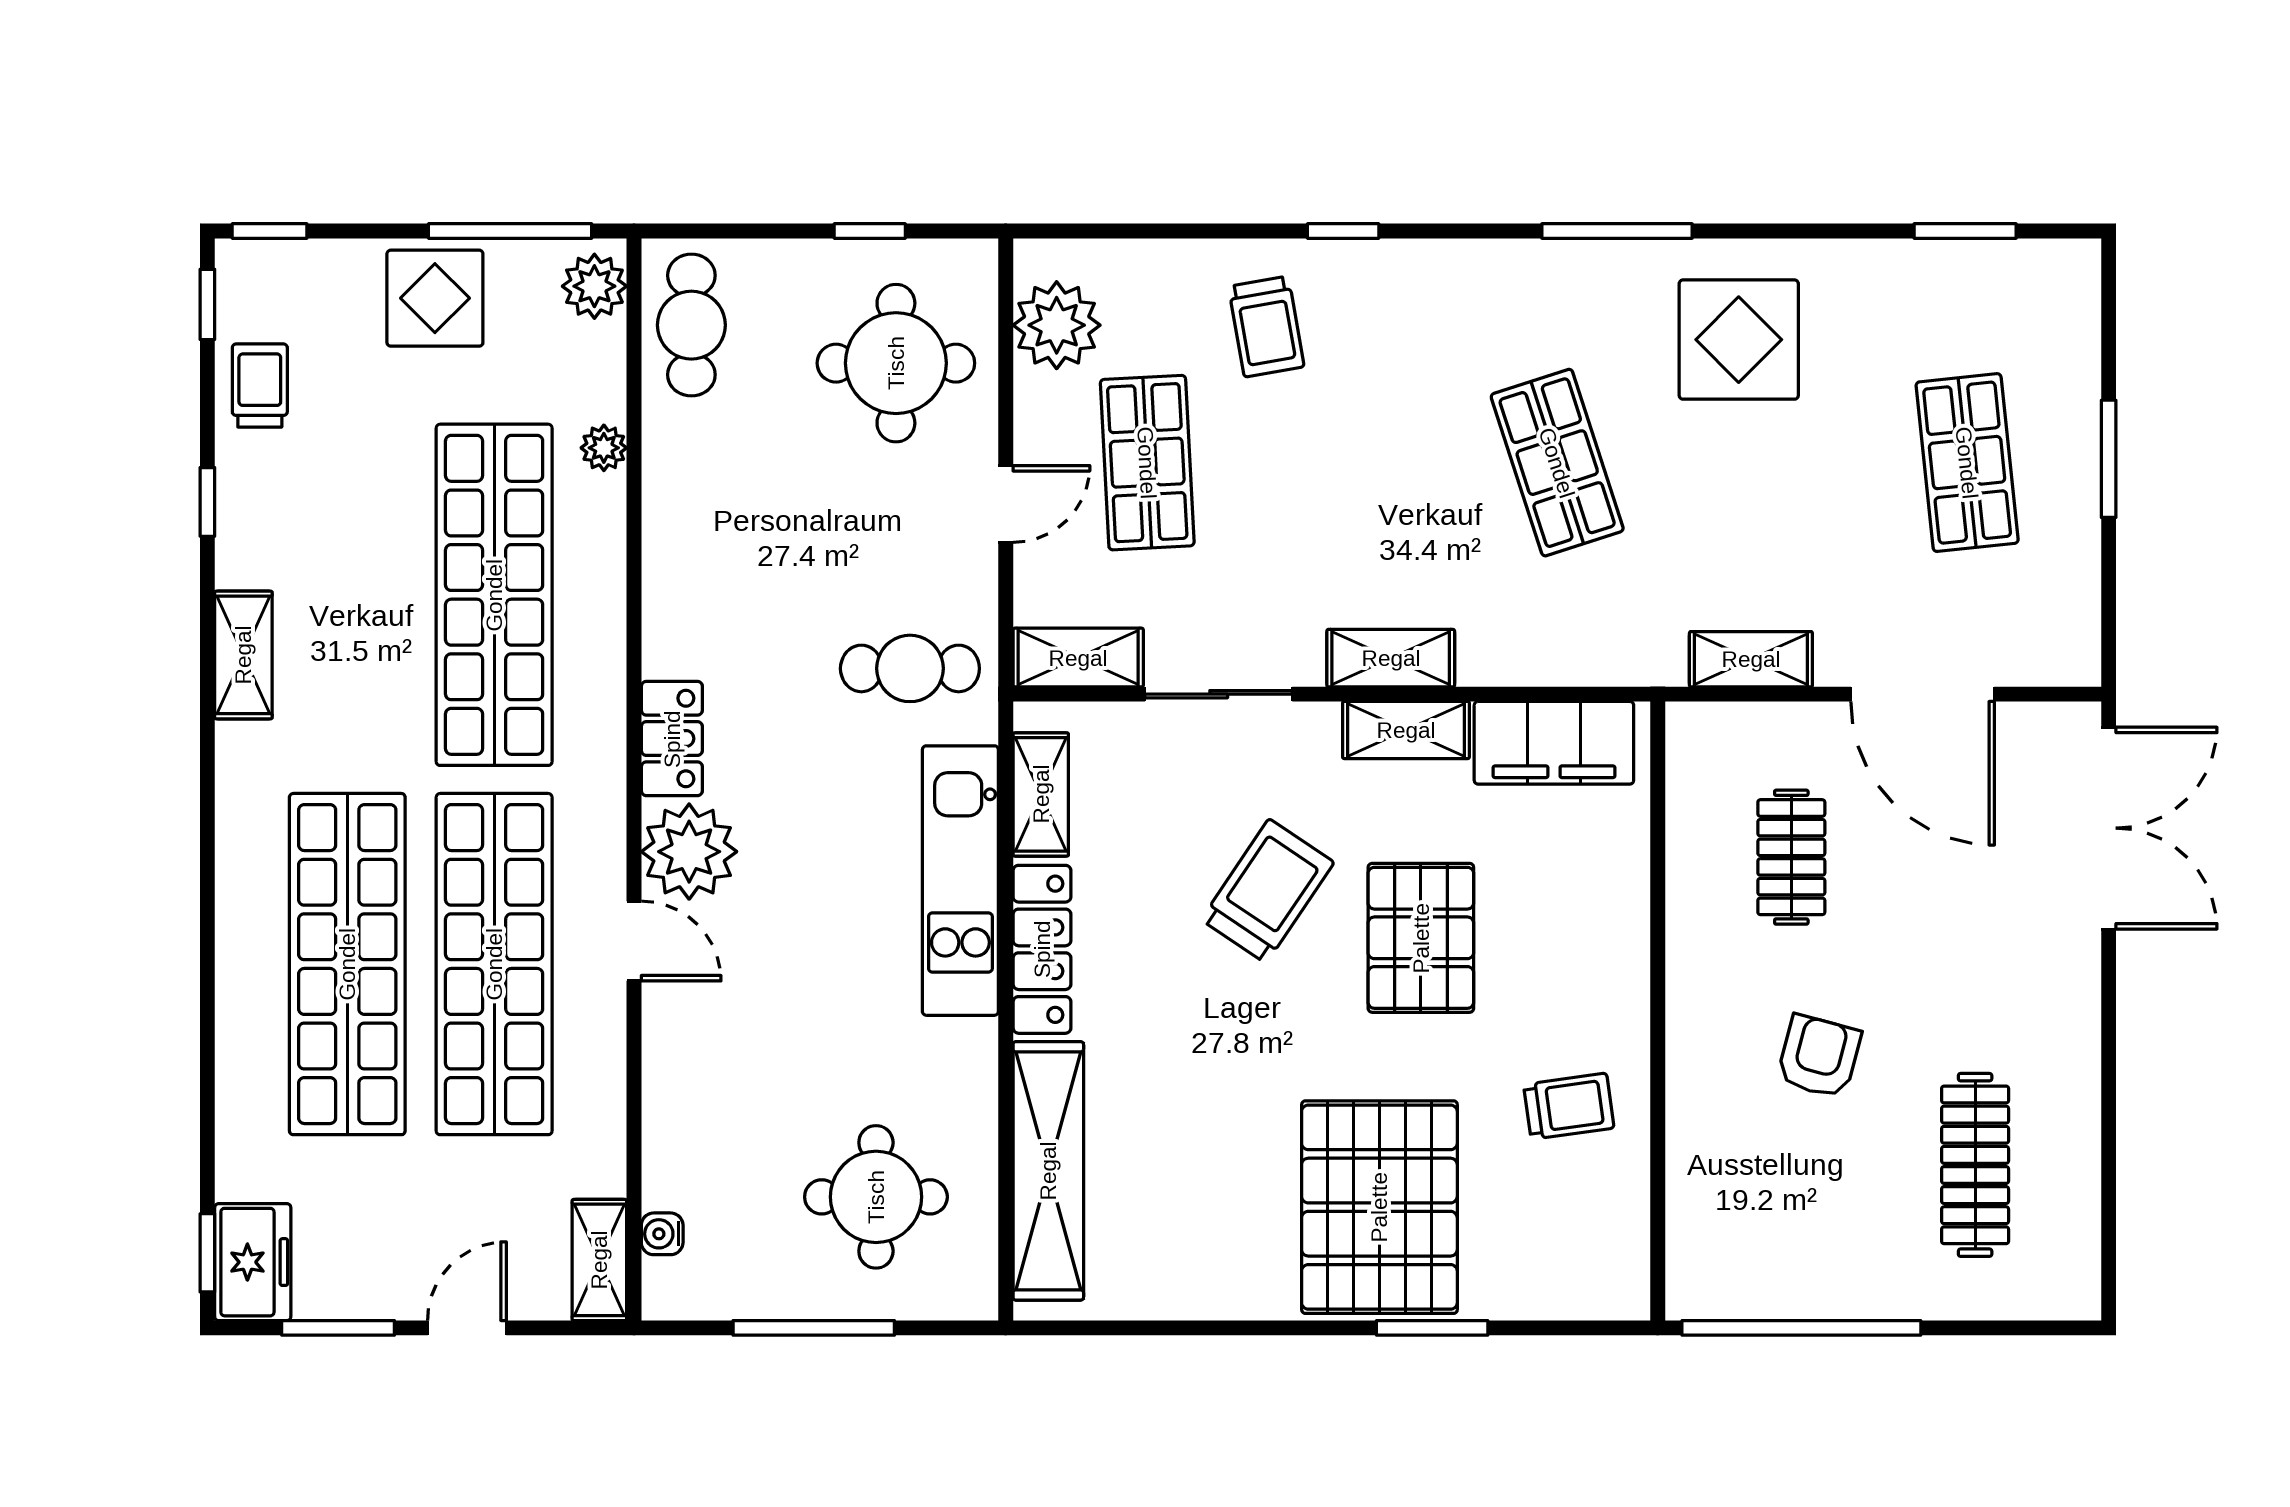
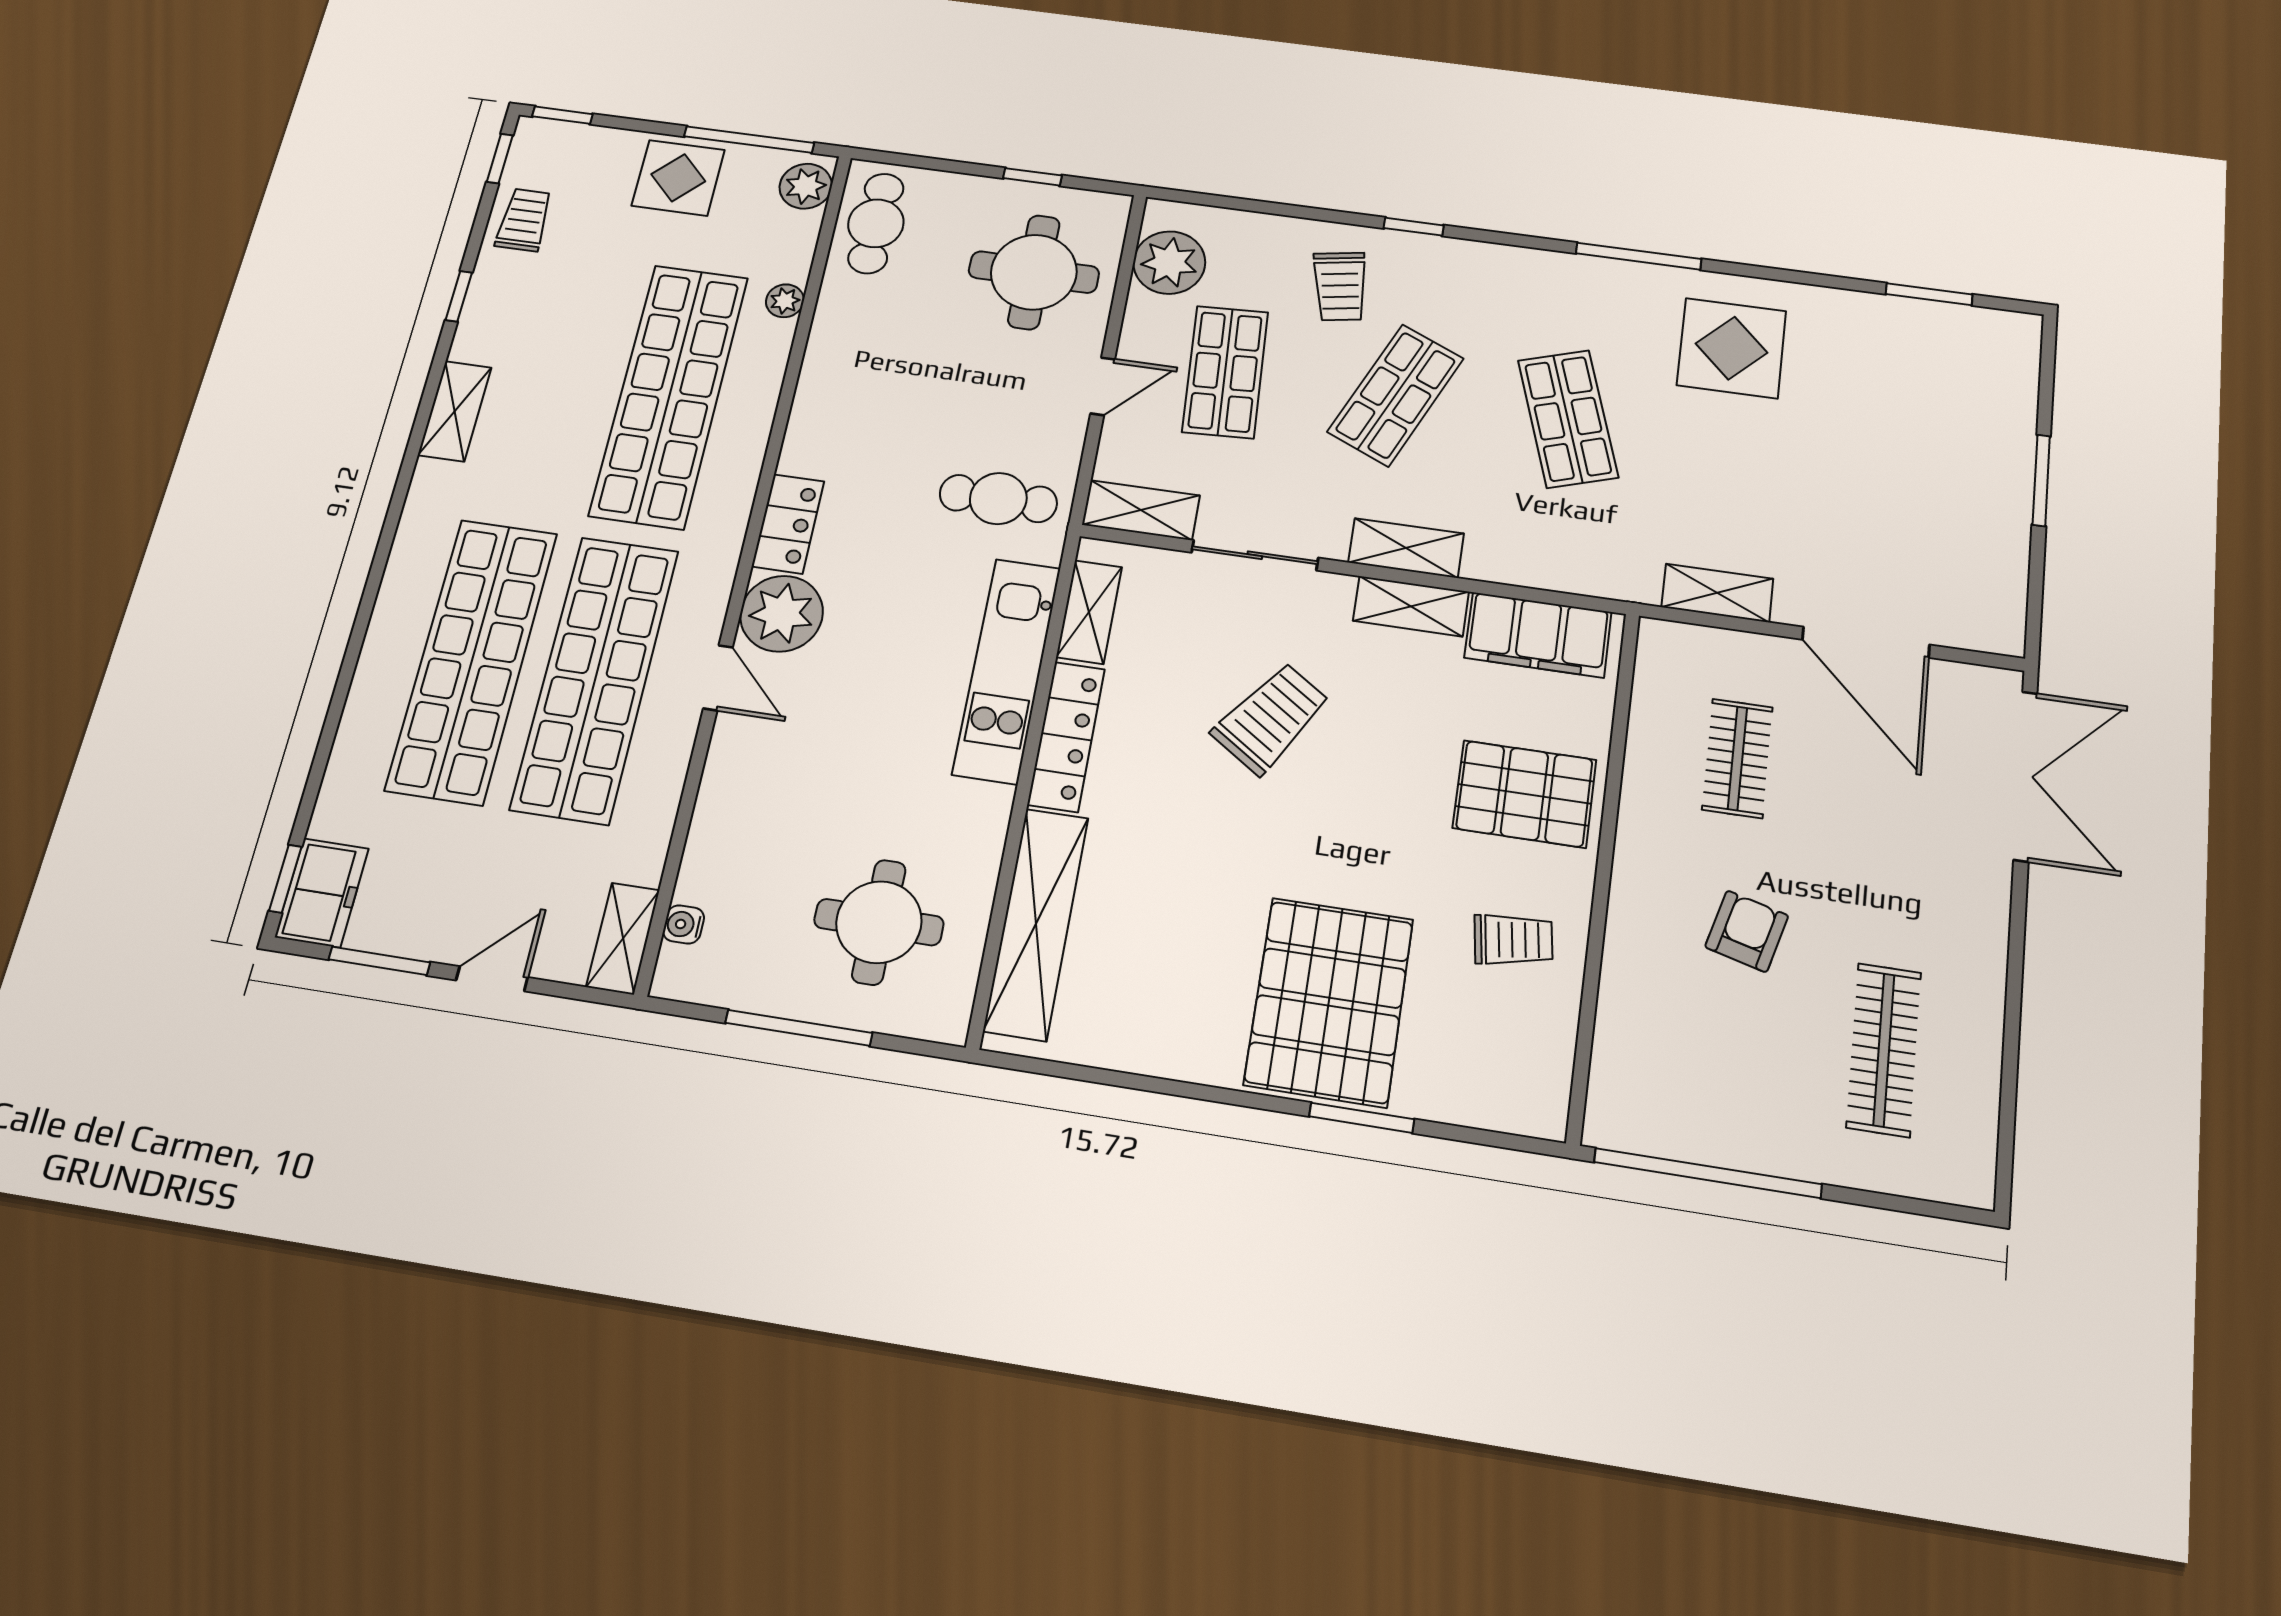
shop shelf: (1967, 463) -> (1396, 395), moved, turned 30
pallet: (1421, 938) -> (1524, 794), moved, turned 90

